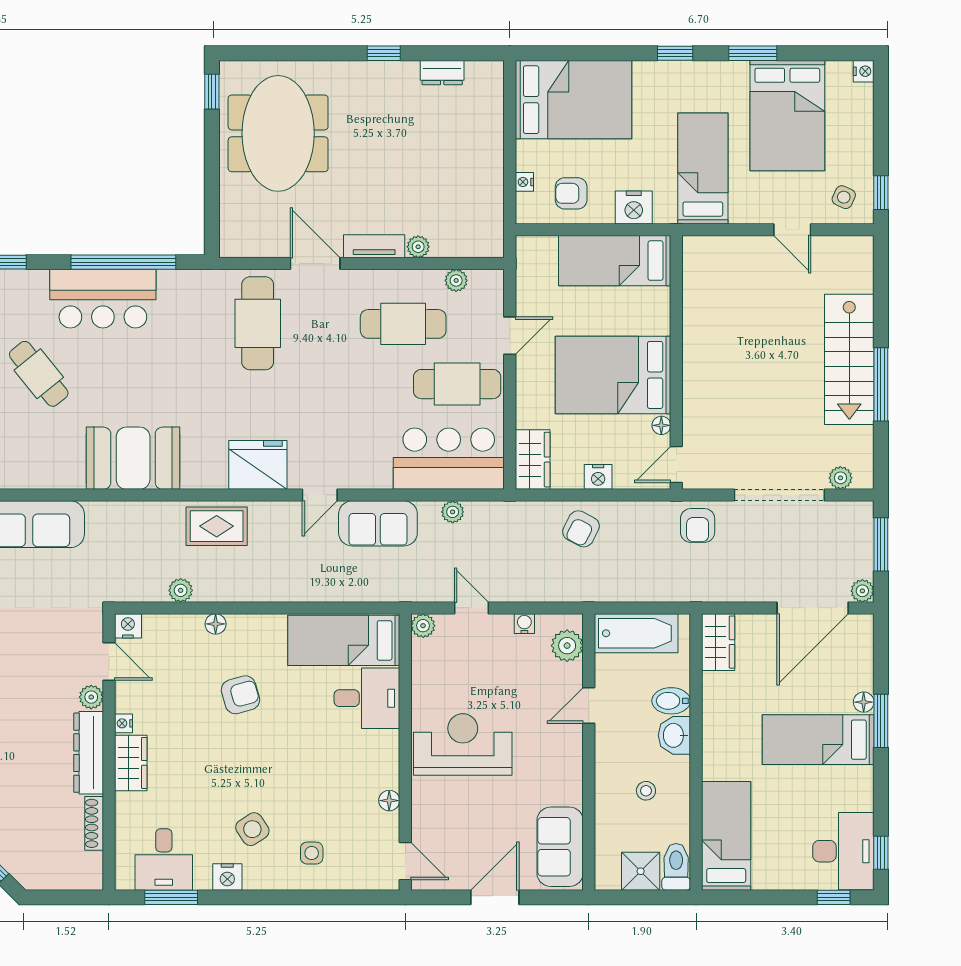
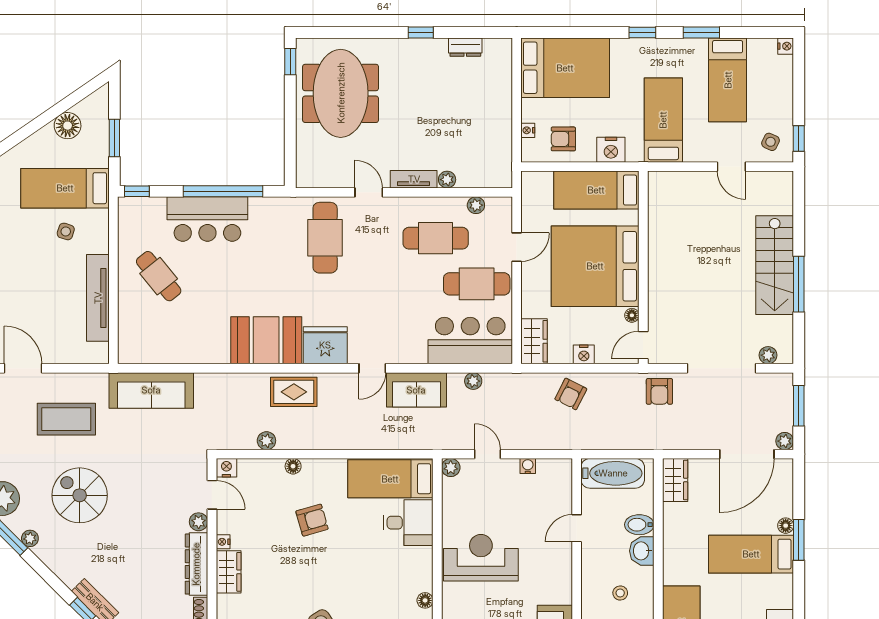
bed: (787, 116) -> (728, 80), width x0.67
door: (315, 264) -> (369, 192), width x0.73
bed: (613, 375) -> (595, 266), width x1.36
booth: (133, 458) -> (266, 340), moved
plant: (567, 646) -> (560, 483), removed

